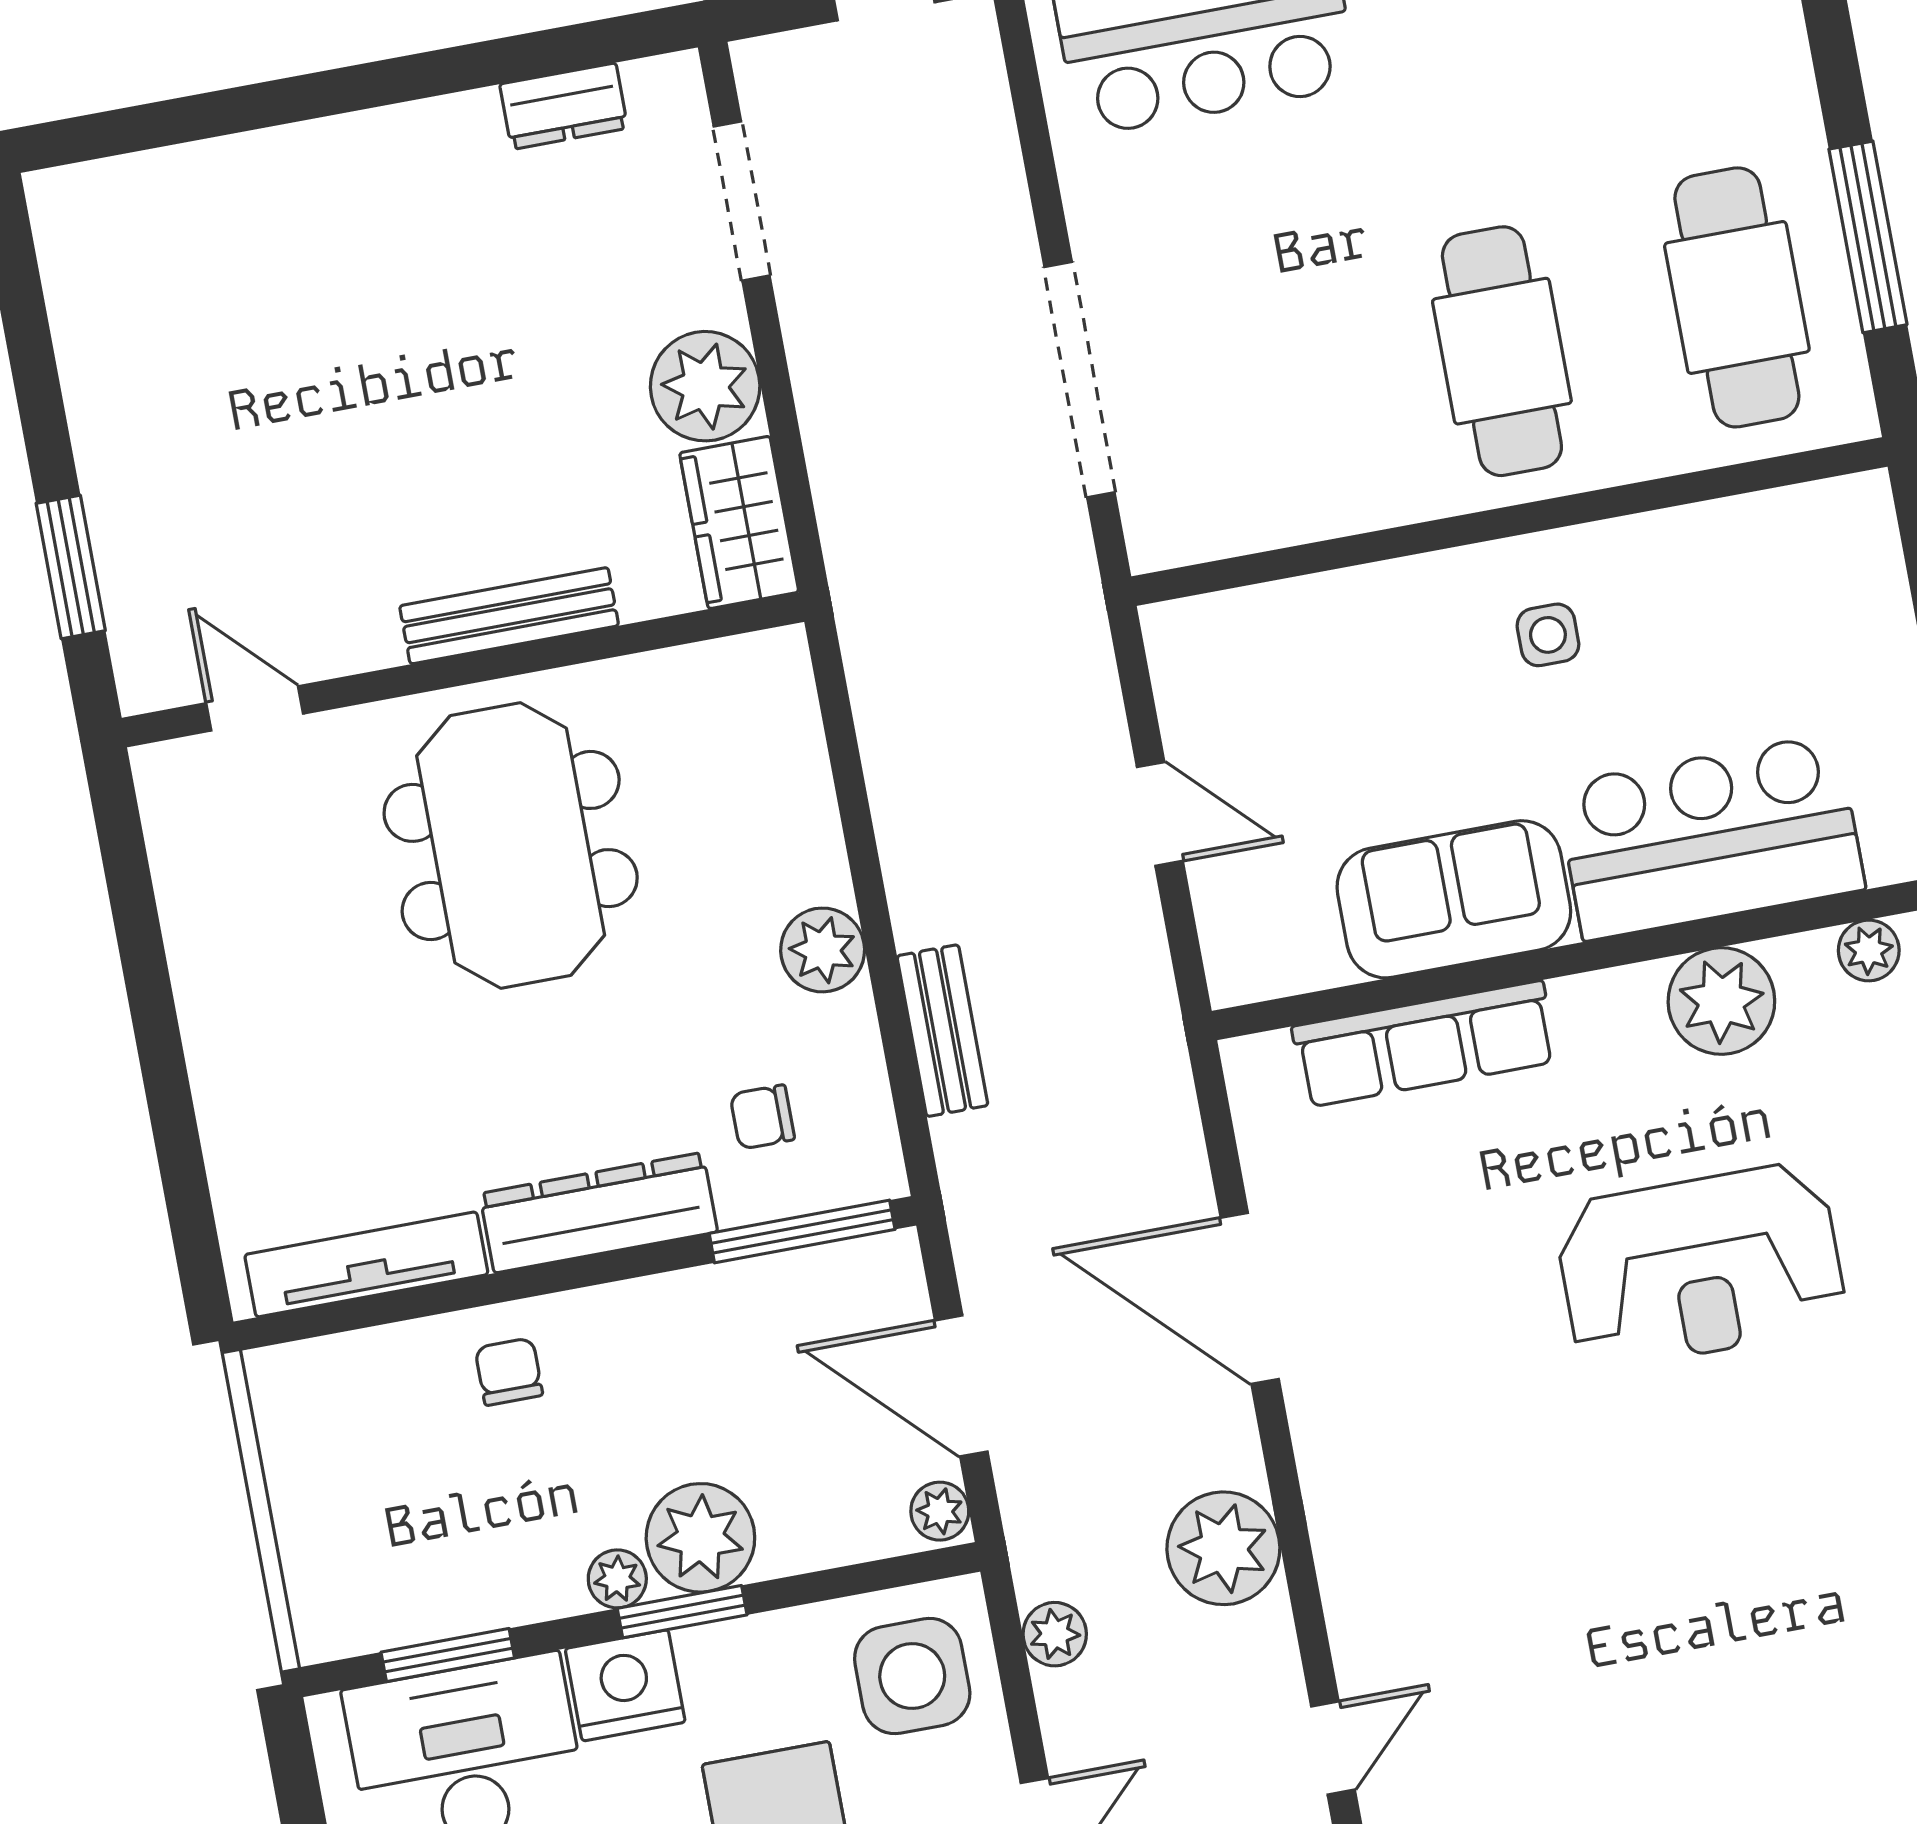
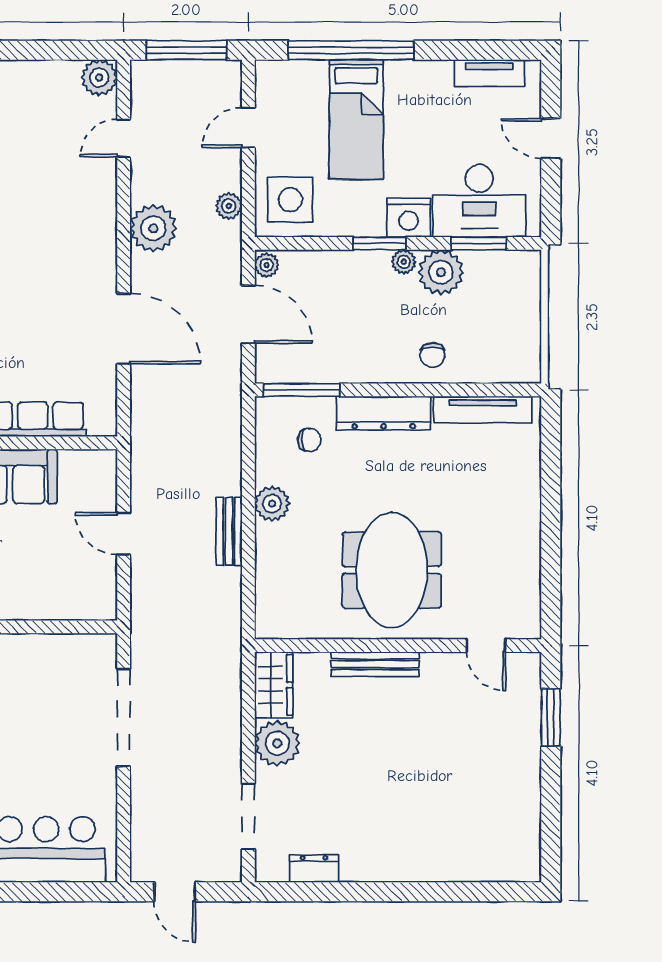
bench: (942, 1031) -> (229, 531), moved
plant: (700, 1538) -> (441, 272), moved

